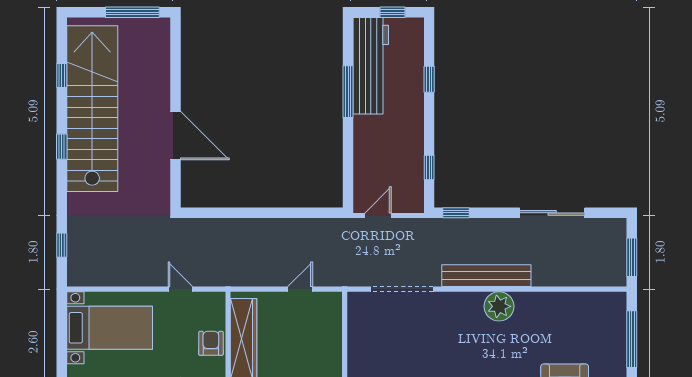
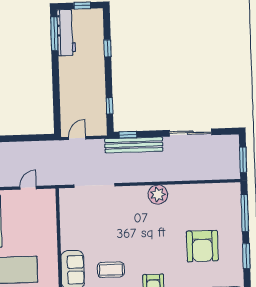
workbench: (371, 66) -> (66, 33), width x0.73, depth x0.76
window: (348, 92) -> (54, 34), moved
bench: (486, 276) -> (134, 145), moved

